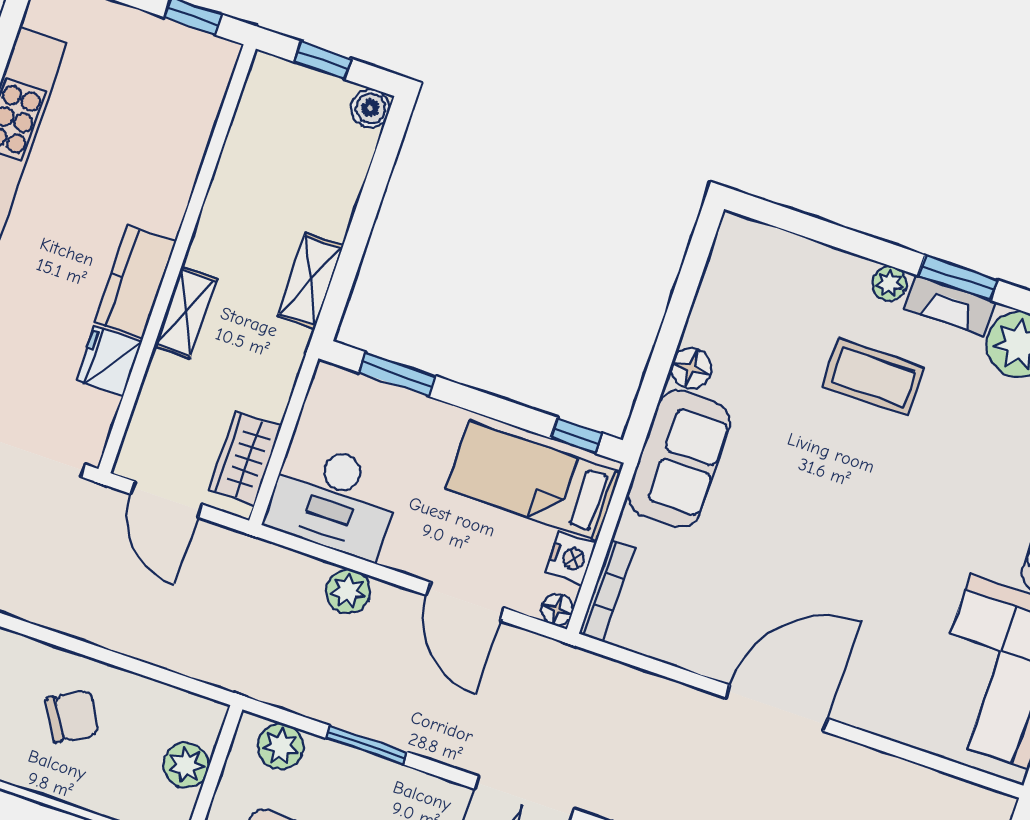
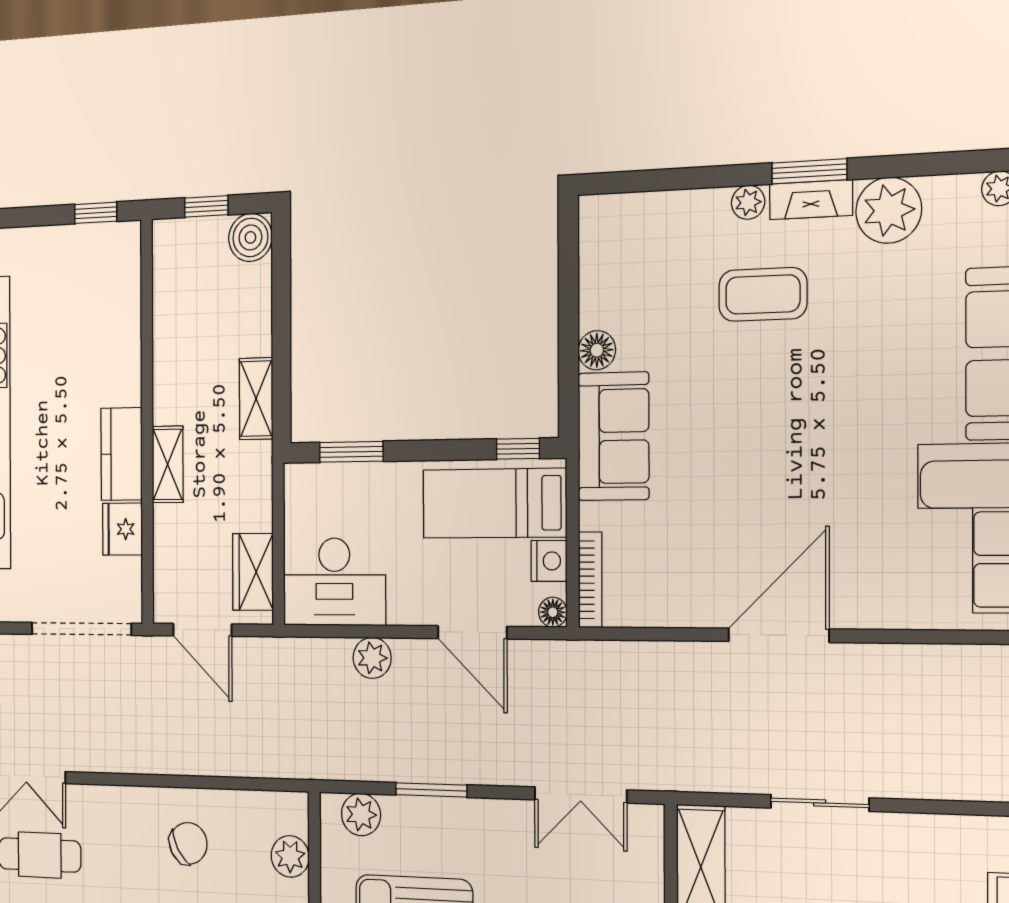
boiler: (370, 108) -> (250, 237), width x1.36, depth x1.36

